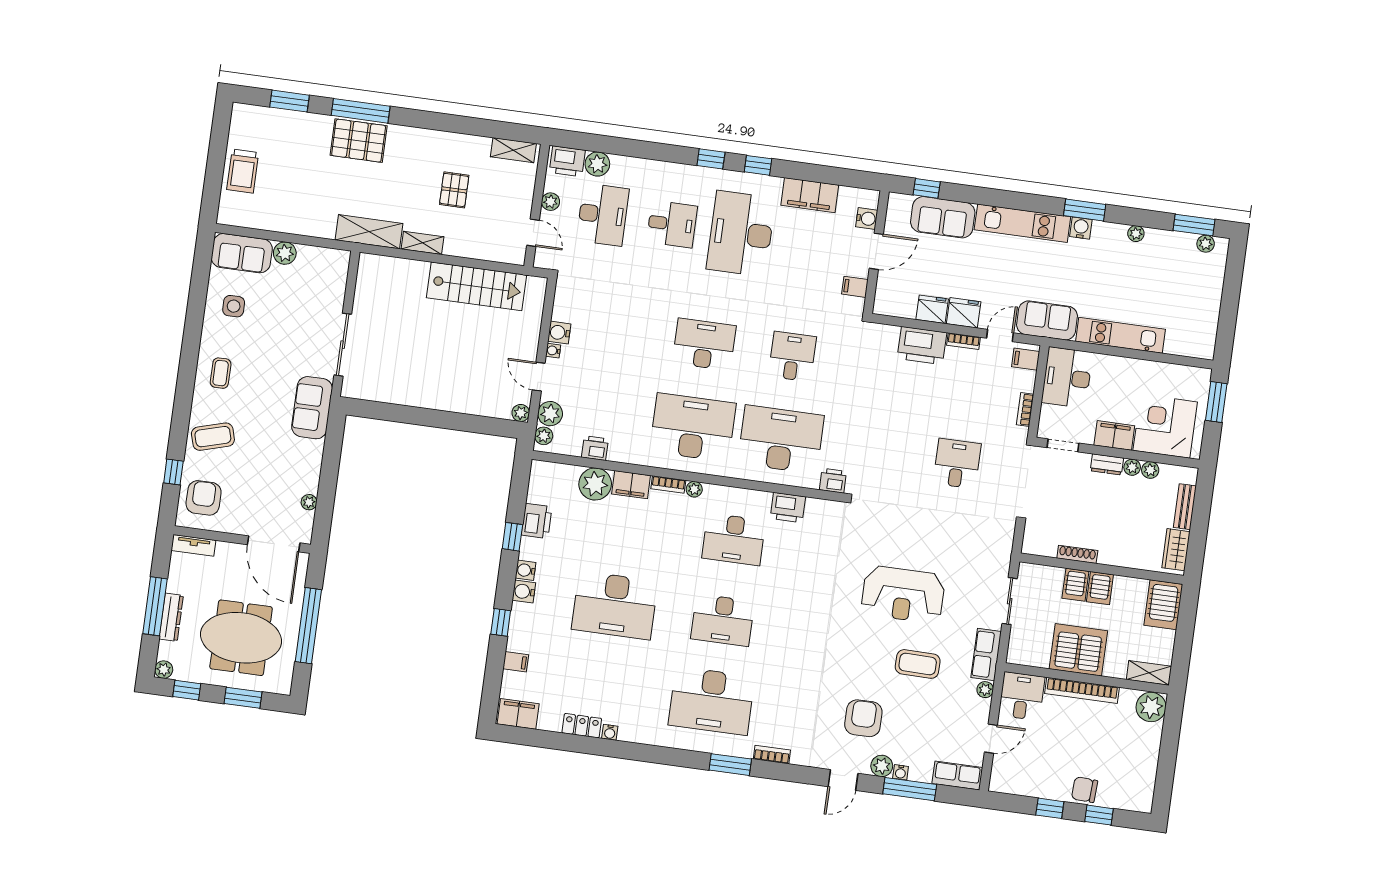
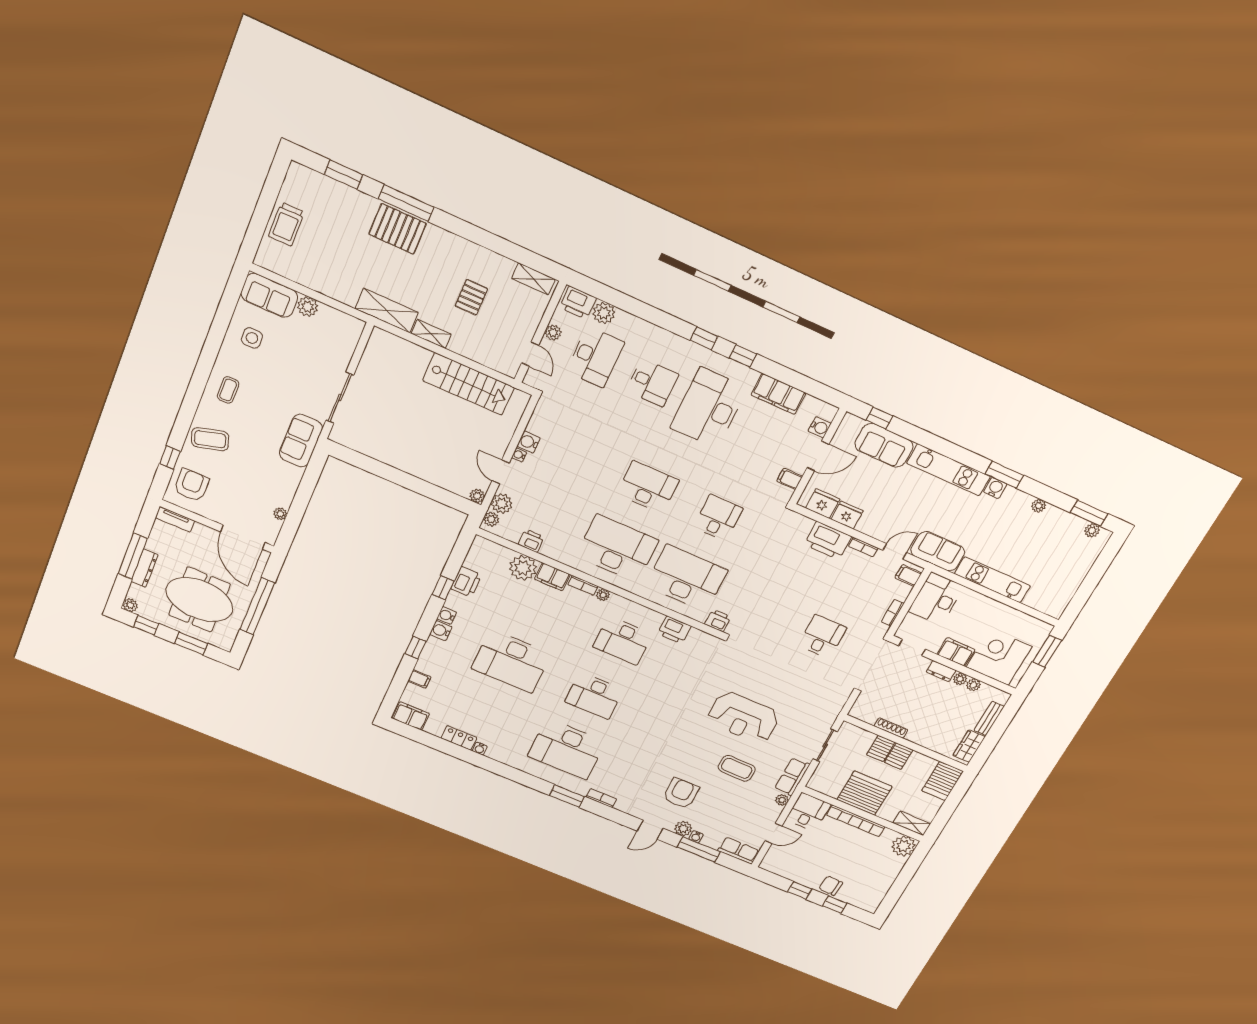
fridge: (964, 313) -> (823, 504), moved

